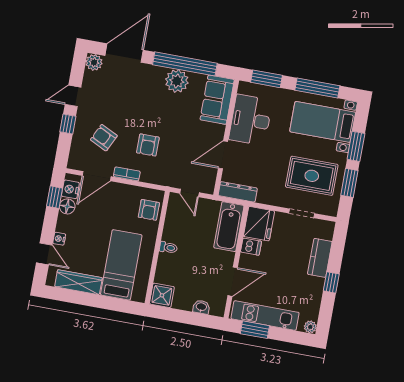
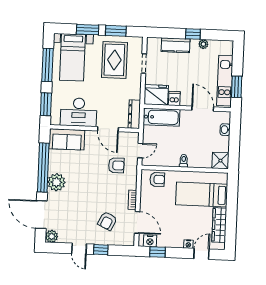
plant: (177, 81) -> (56, 182), moved
armchair: (148, 145) -> (116, 165), moved
floor lamp: (67, 206) -> (163, 241), removed
plant: (310, 327) -> (203, 44), moved

